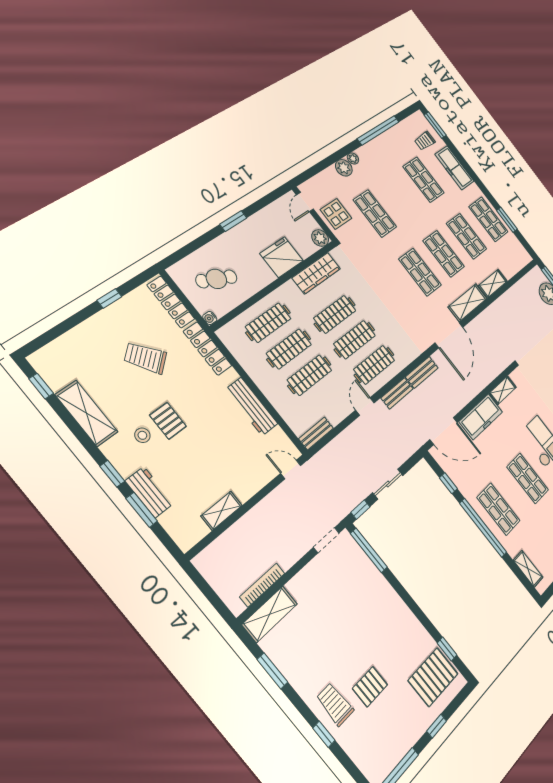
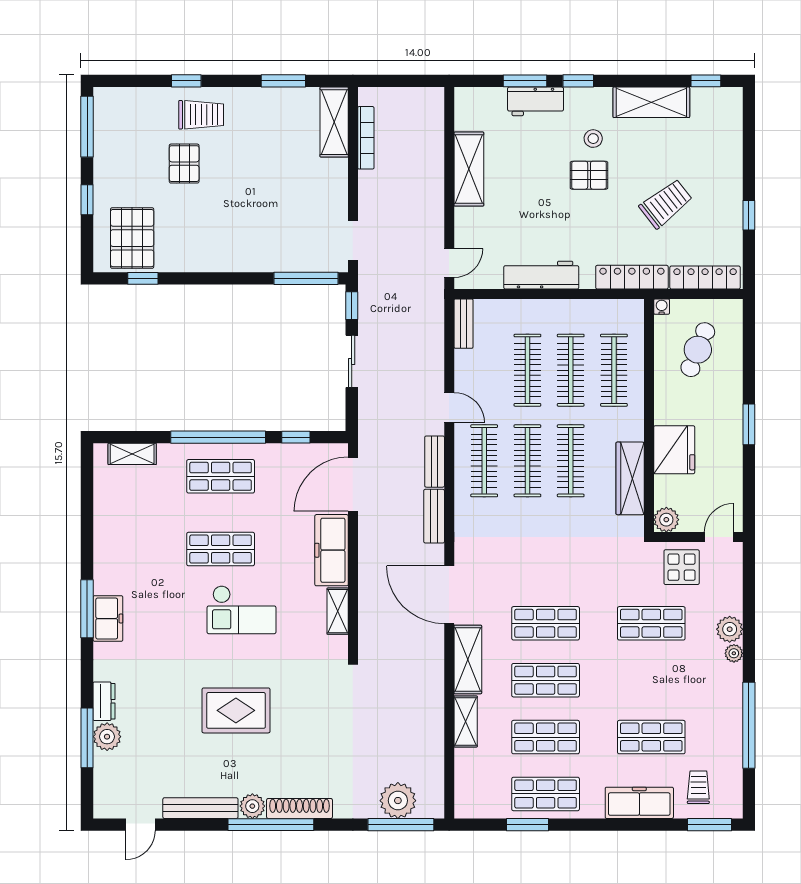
door: (305, 202) -> (719, 537), hinge flipped
shelving: (222, 511) -> (469, 169), width x1.50, depth x1.33

